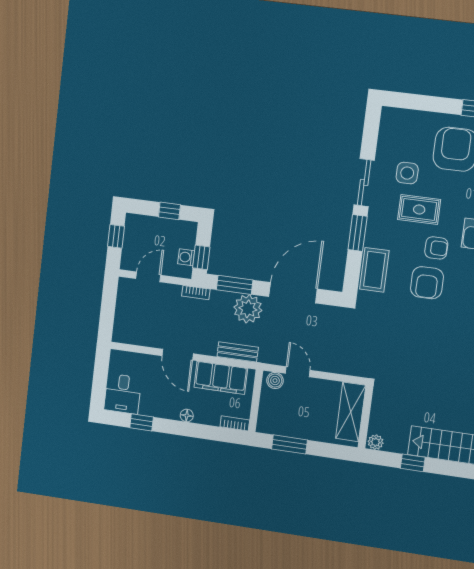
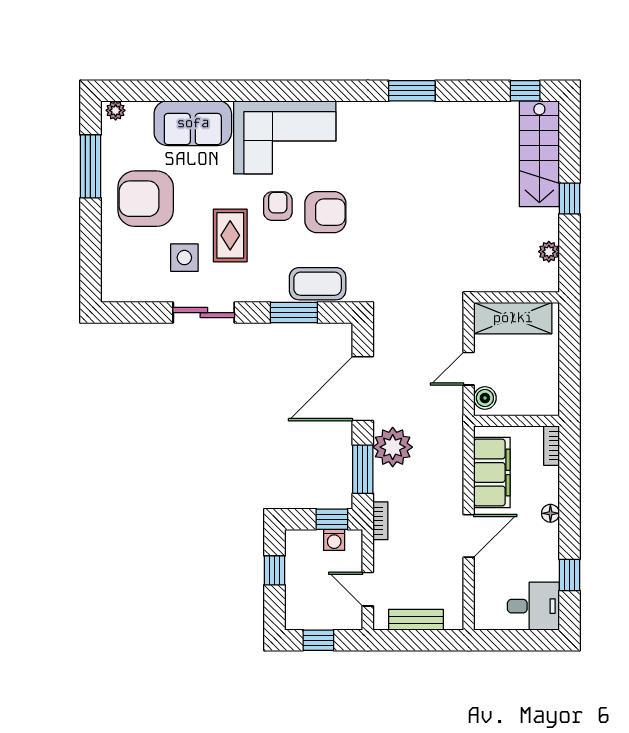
window: (358, 233) -> (294, 313), moved
door: (293, 293) -> (363, 389), hinge flipped
bench: (238, 352) -> (416, 620), moved, turned 90
shelving: (351, 412) -> (513, 318), moved
wall: (365, 417) -> (517, 297), moved
window: (289, 444) -> (569, 367), removed

